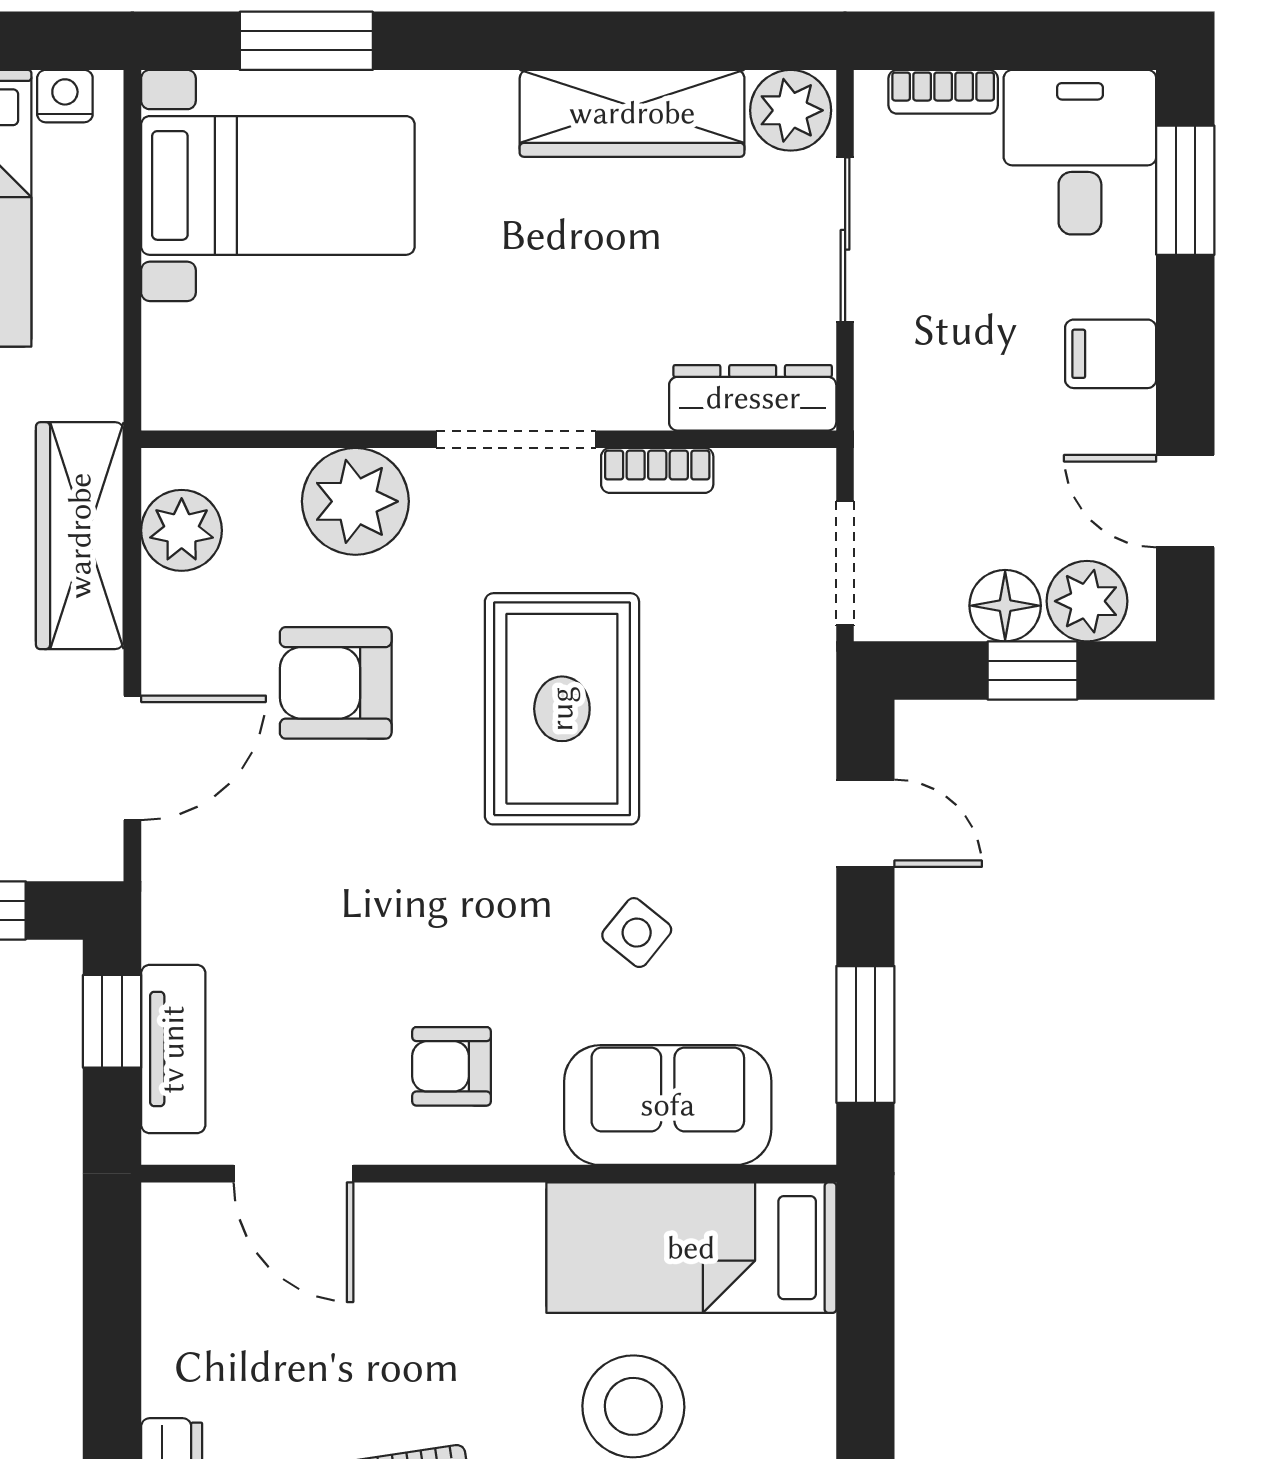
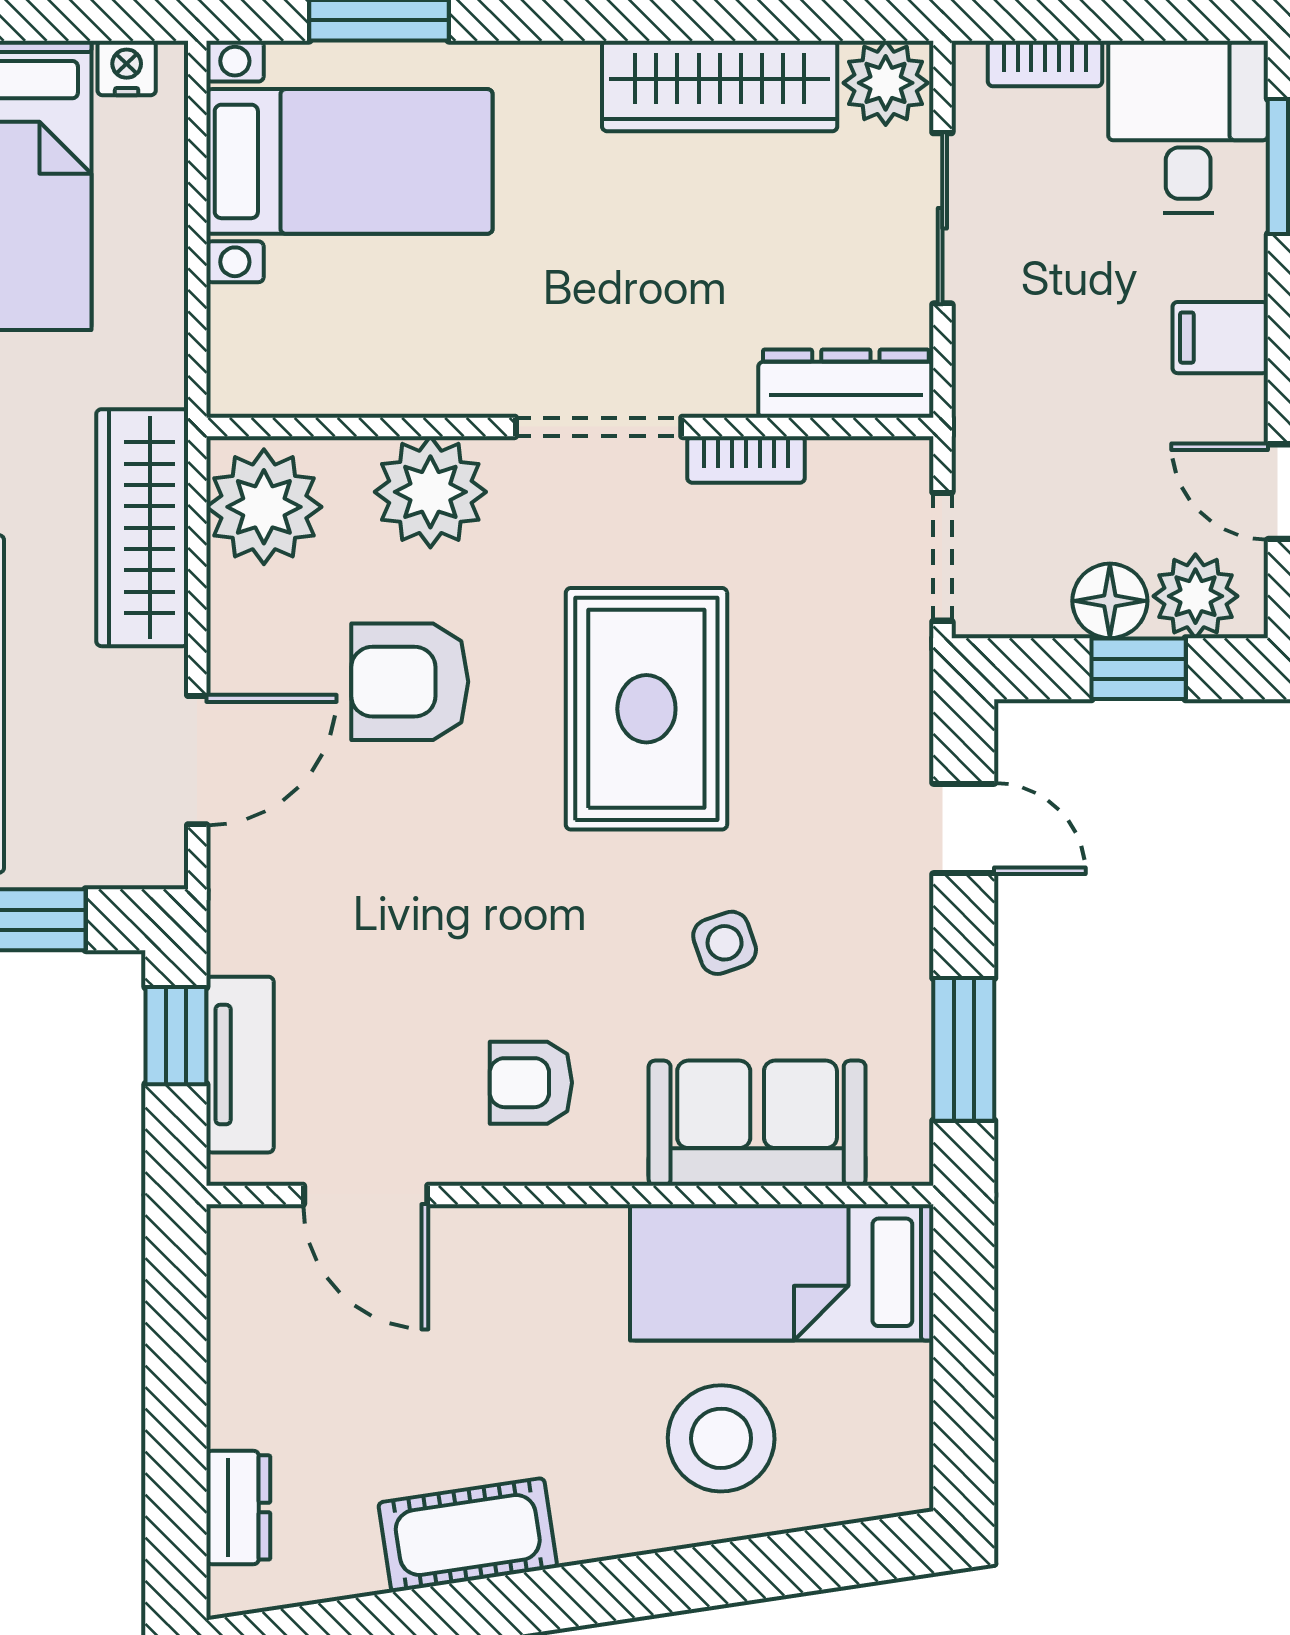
plant: (182, 530) -> (264, 507), width x1.36, depth x1.36
side table: (637, 933) -> (725, 943), turned 32

